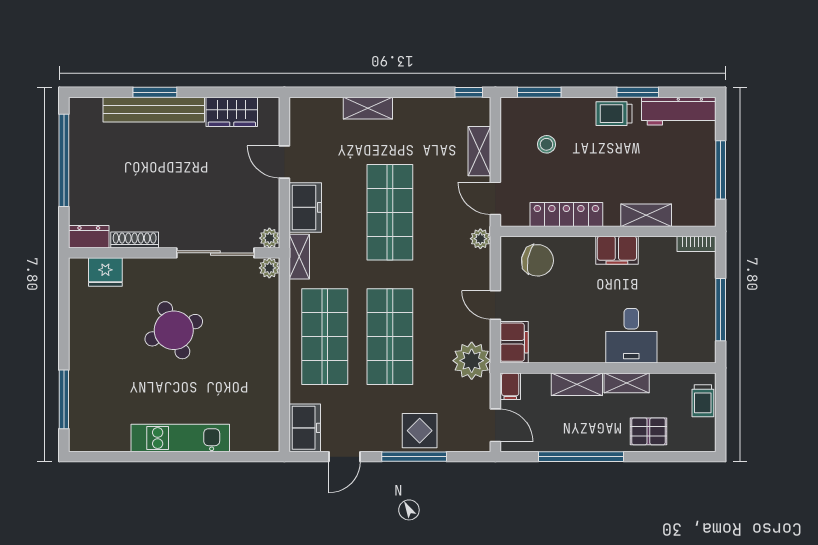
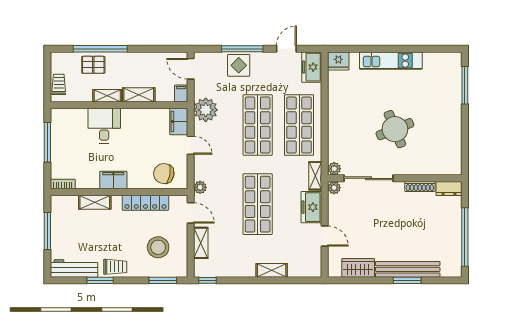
stool: (546, 144) -> (158, 247), width x1.89, depth x1.89
fridge: (105, 272) -> (338, 61), moved, turned 180
window: (581, 457) -> (100, 49), moved

